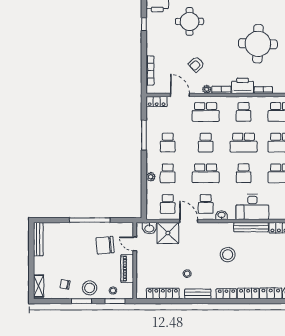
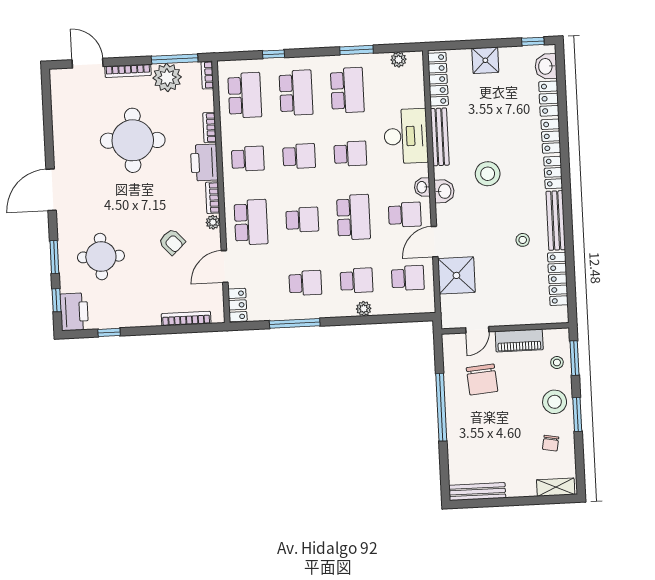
school desk: (244, 143) -> (299, 156), width x0.54
washbasin: (149, 228) -> (444, 191), moved
bench: (198, 294) -> (556, 220), width x1.36

